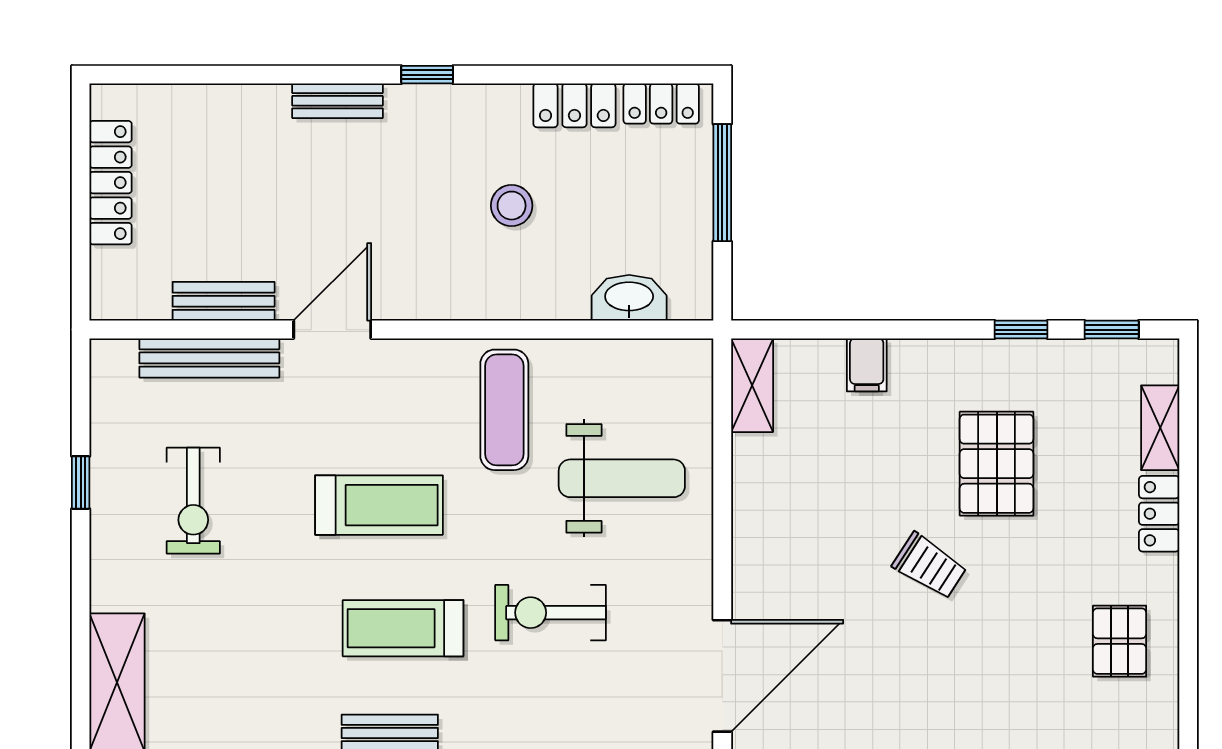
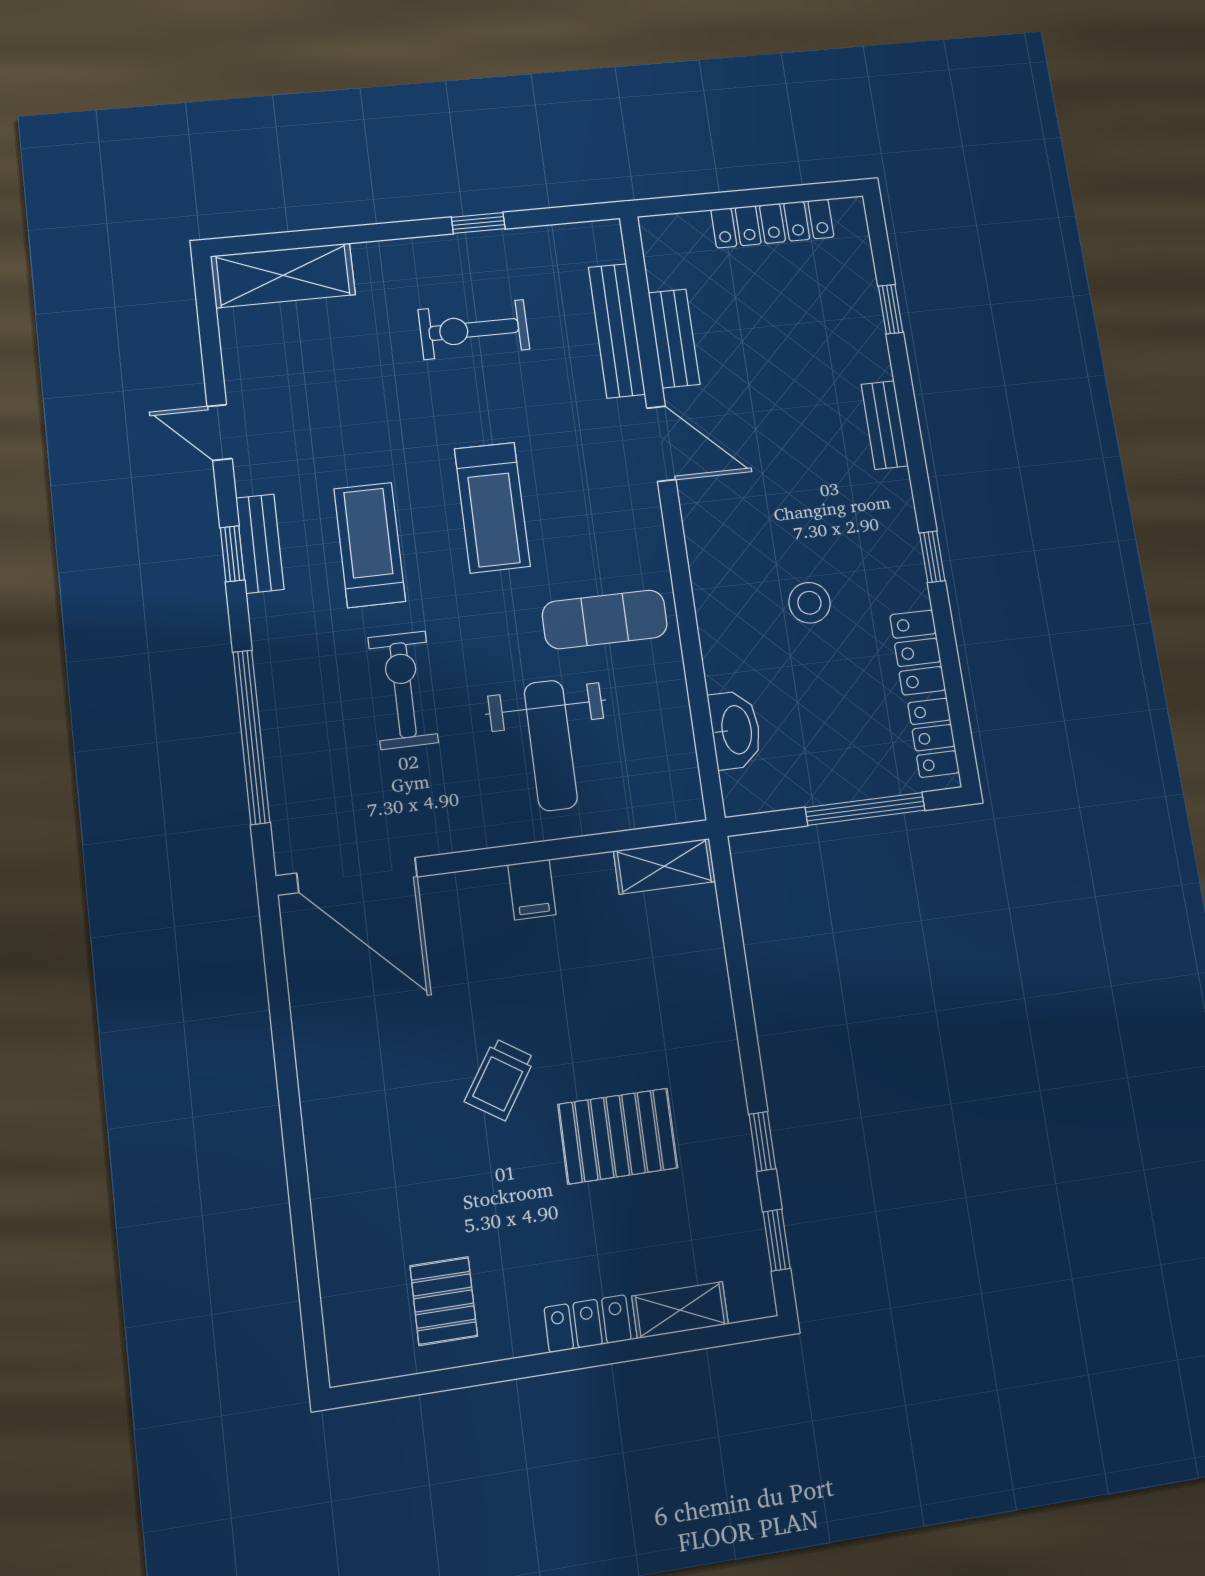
window: (215, 75) -> (891, 309), added
window: (427, 75) -> (932, 557), moved
filing cabinet: (867, 365) -> (532, 890), moved, turned -90
pallet: (1120, 641) -> (444, 1301), turned 90

